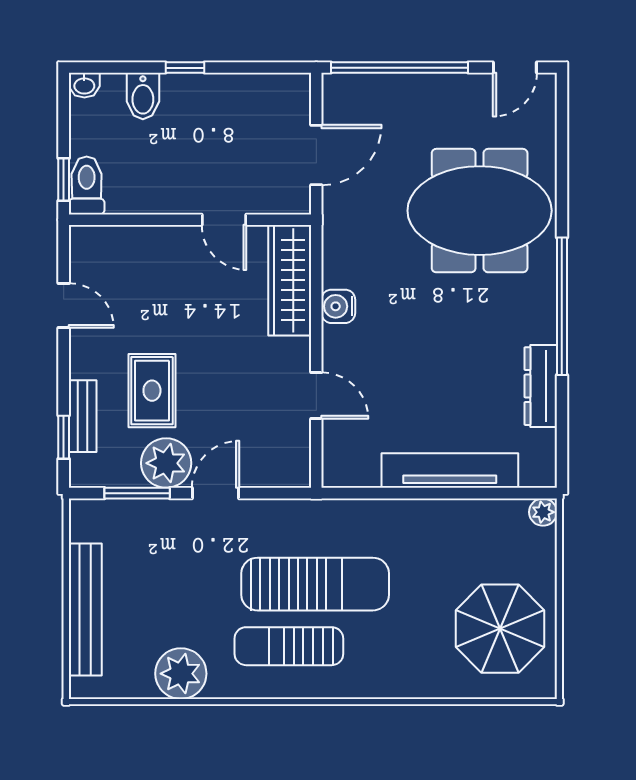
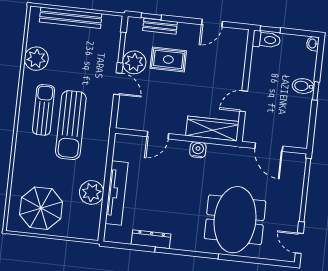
bidet: (143, 96) -> (303, 86), moved
plant: (543, 512) -> (92, 192), moved, width x1.88, depth x1.88

